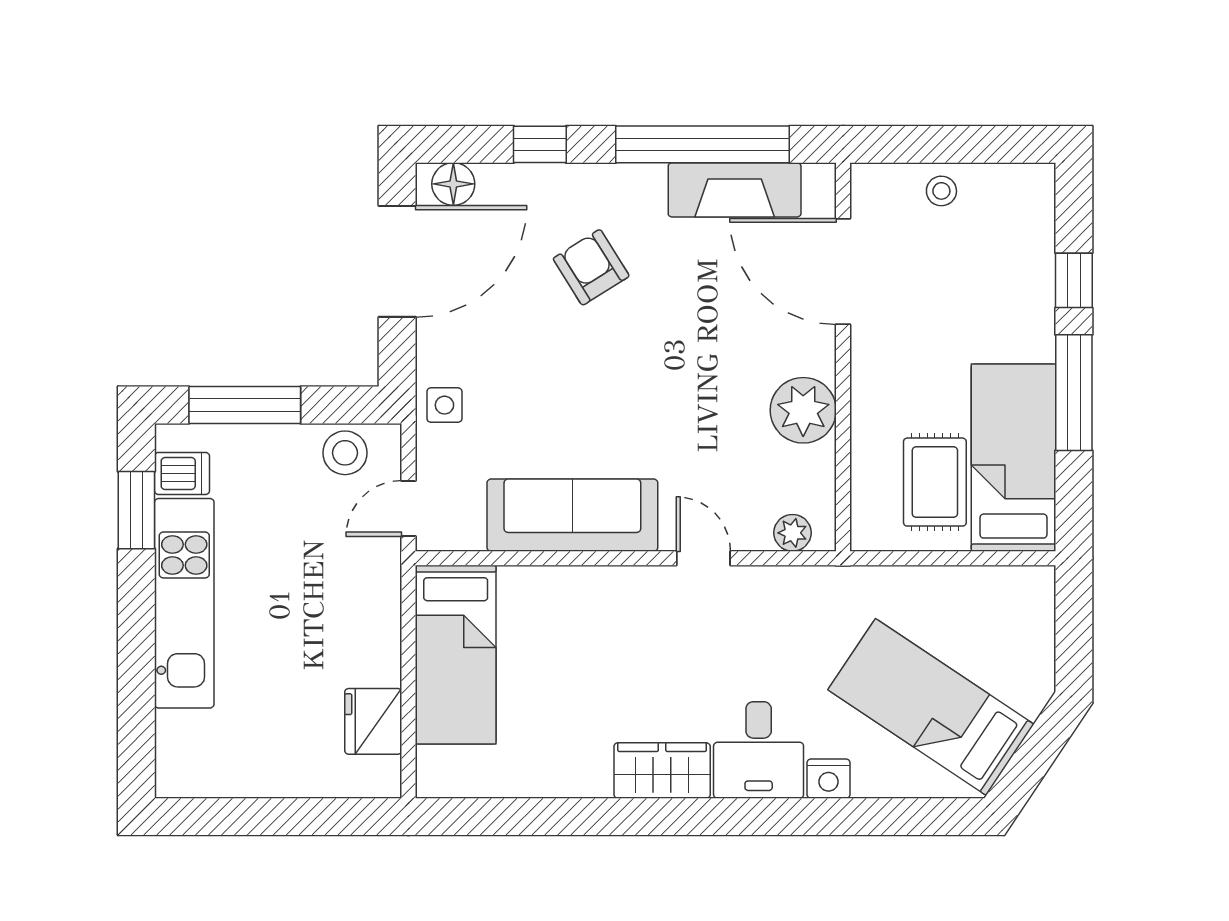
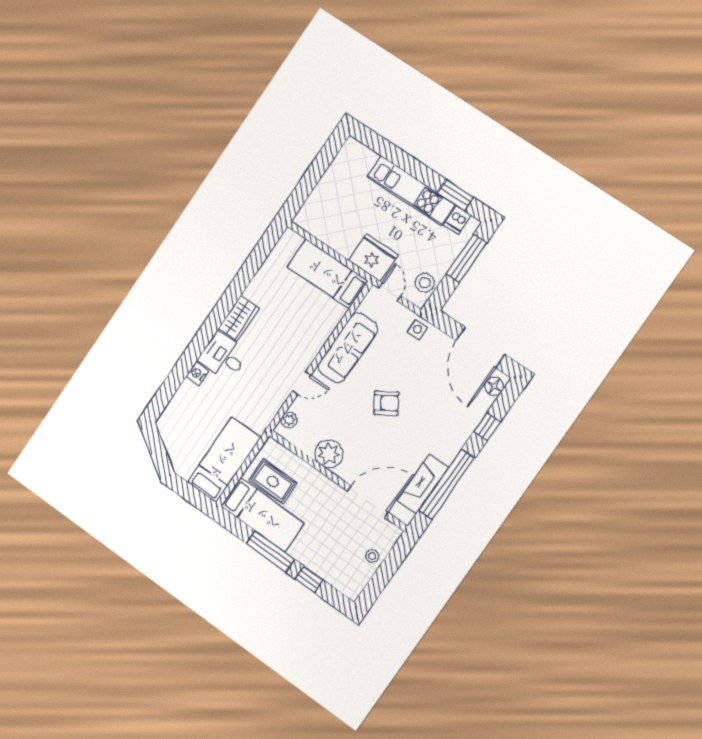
armchair: (591, 267) -> (386, 403), moved
bed: (931, 707) -> (224, 460), moved, turned -34
fridge: (373, 721) -> (373, 258), moved, width x1.36, depth x1.34

